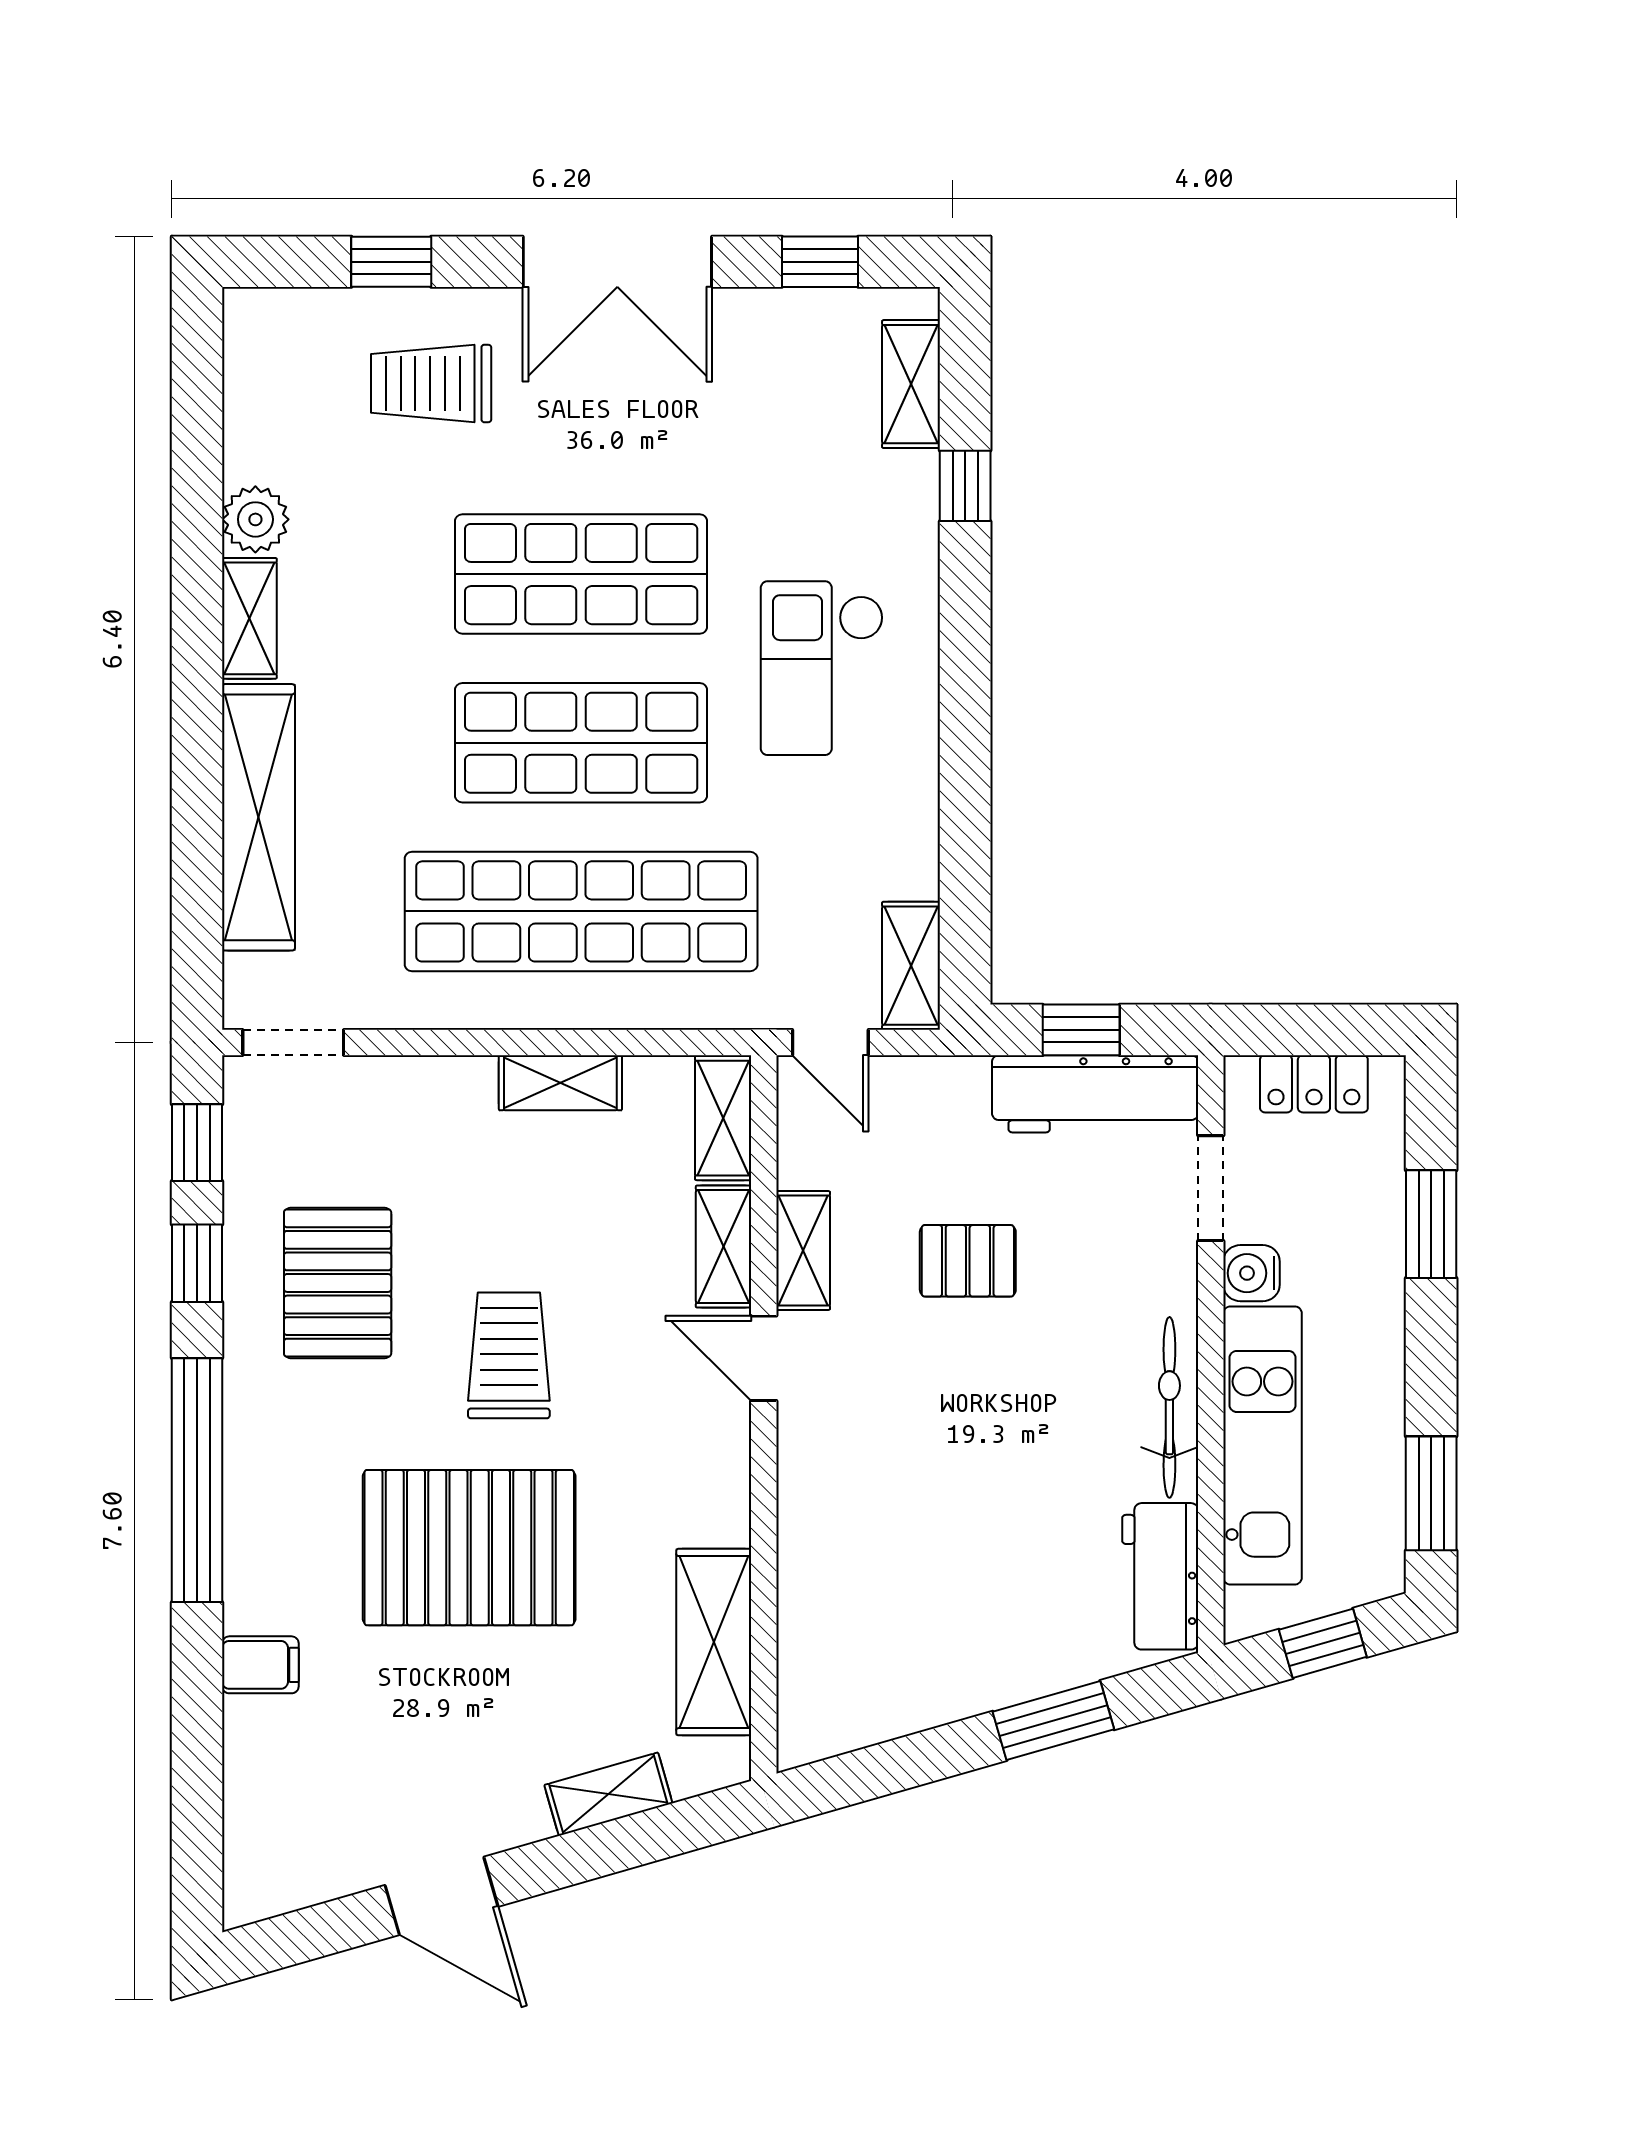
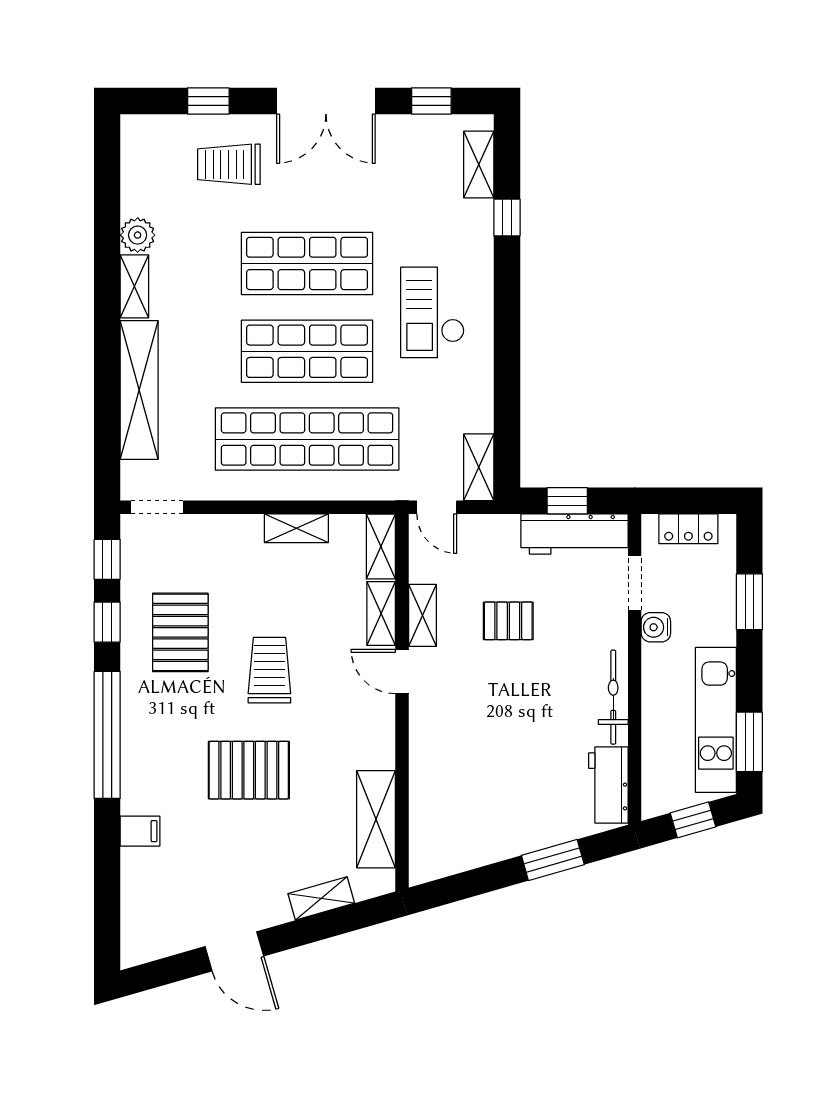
kitchen unit: (1263, 1445) -> (716, 720), moved, turned 180
pallet: (469, 1548) -> (249, 770), width x0.73, depth x0.71

